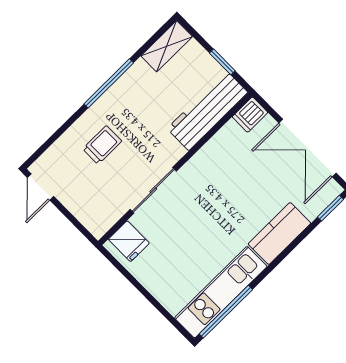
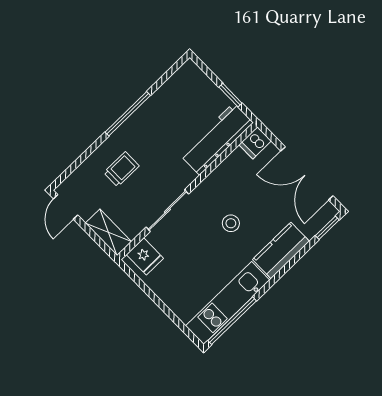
shelving: (167, 46) -> (108, 232), moved, turned 90
stool: (224, 204) -> (231, 223), added

